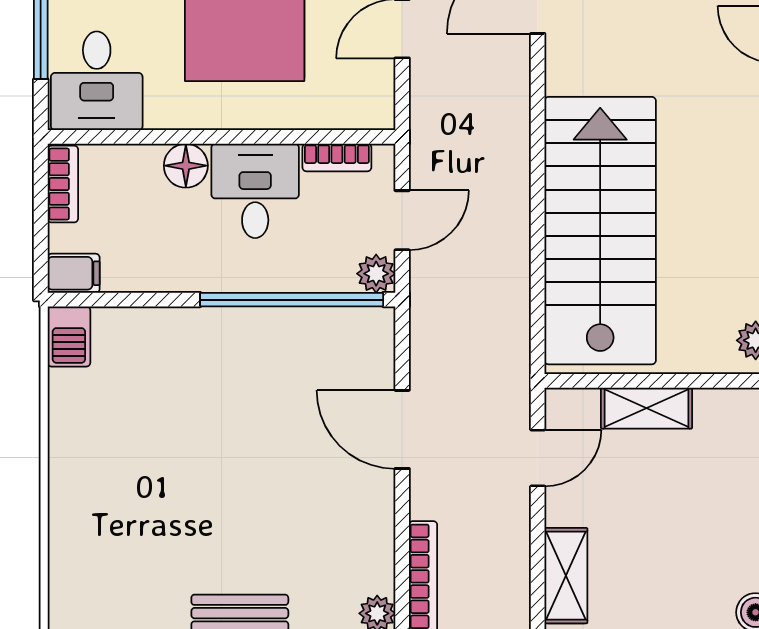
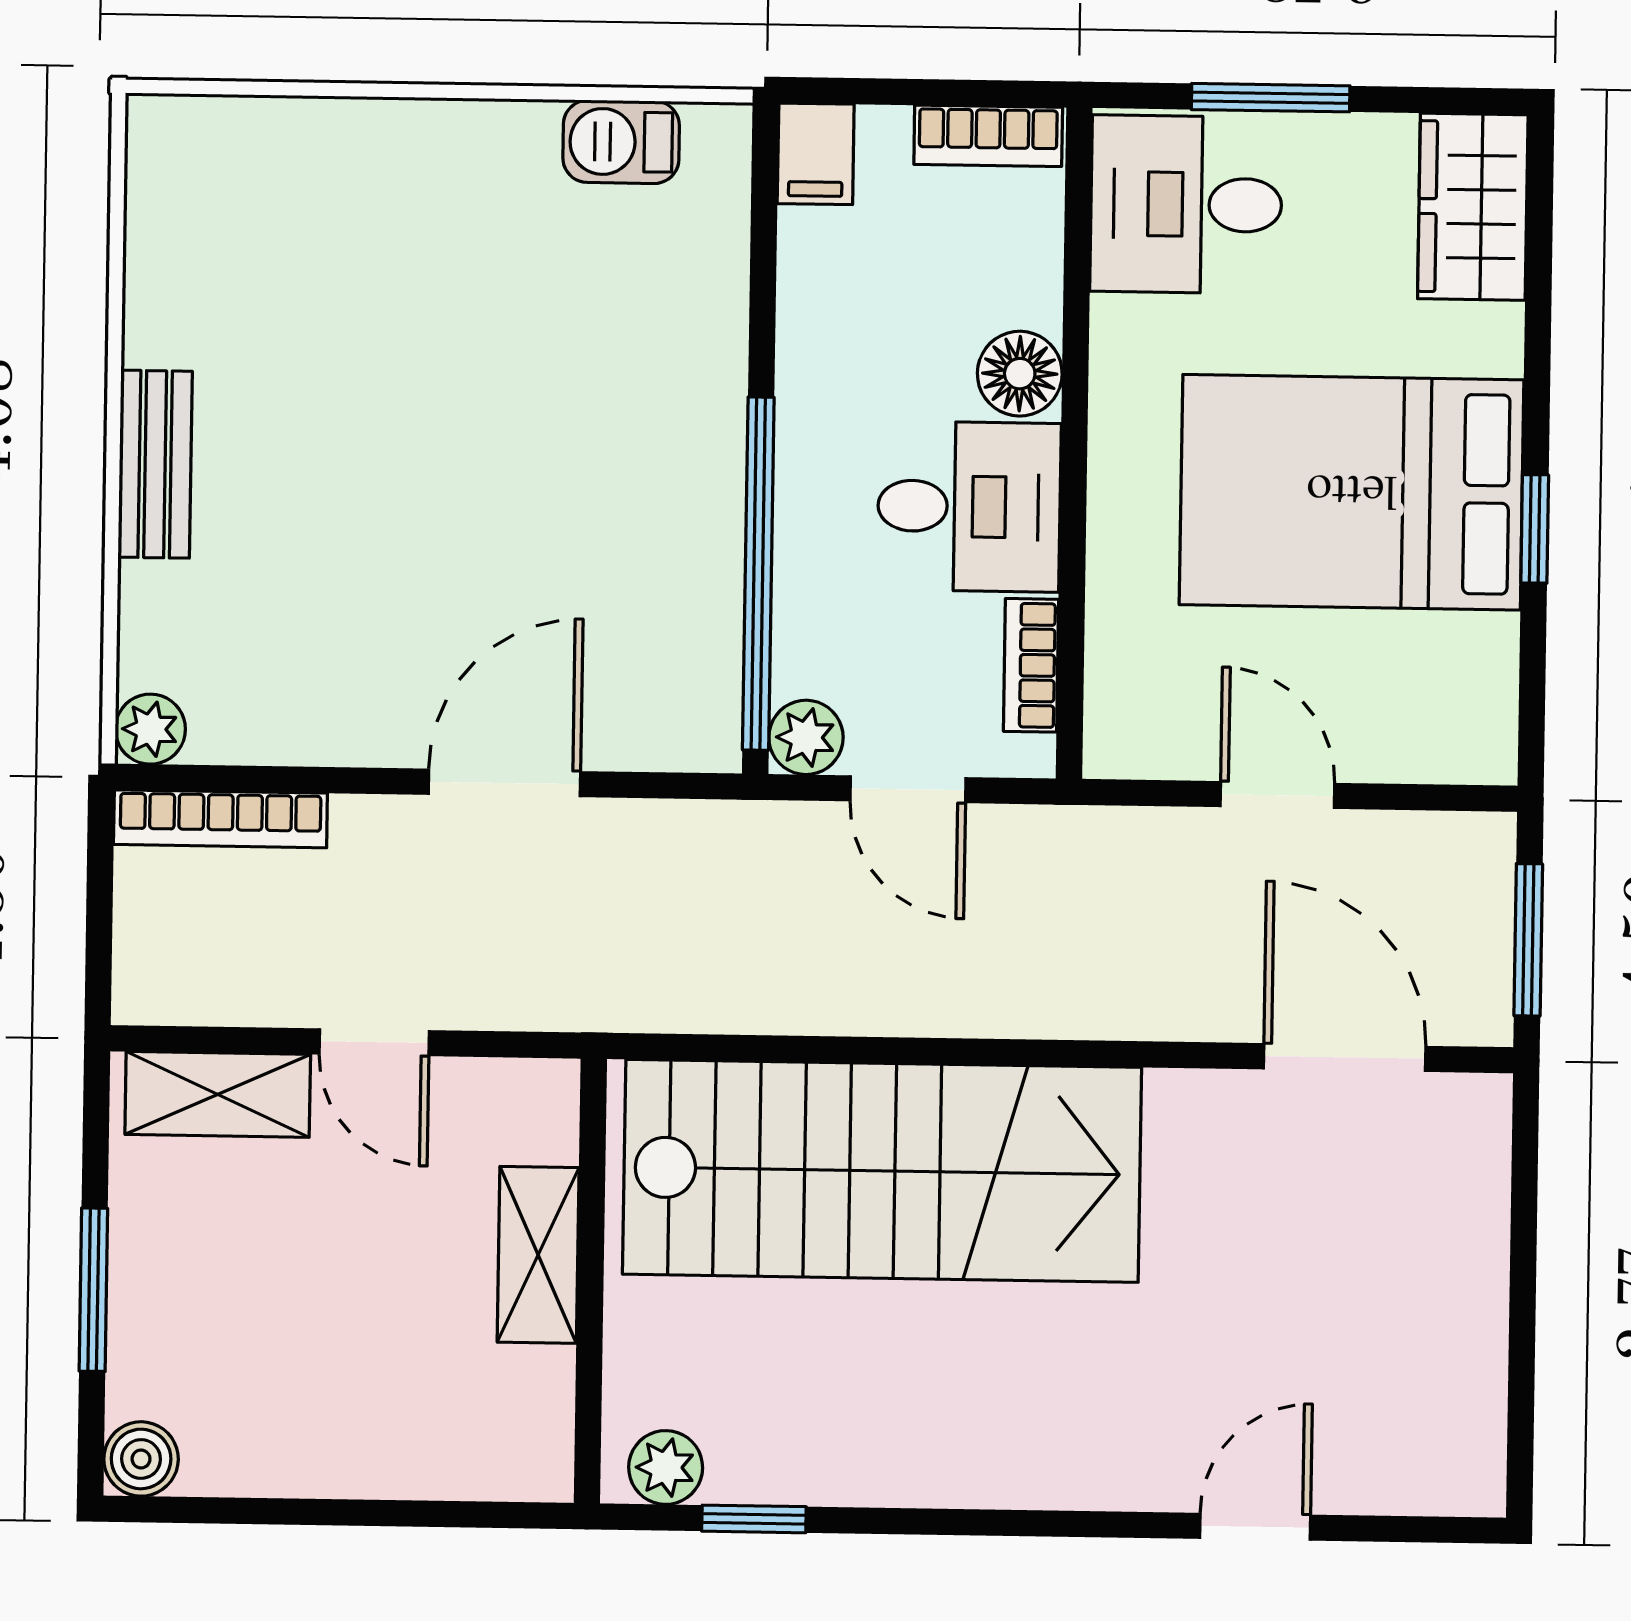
barbecue: (69, 336) -> (621, 142), moved
door: (538, 458) -> (374, 1042), moved

